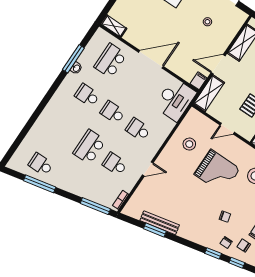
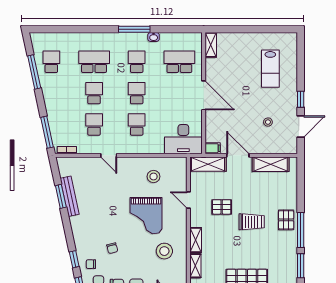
window: (73, 59) -> (134, 29), moved
school desk: (64, 130) -> (94, 62), added
school desk: (89, 147) -> (94, 93), width x0.54

